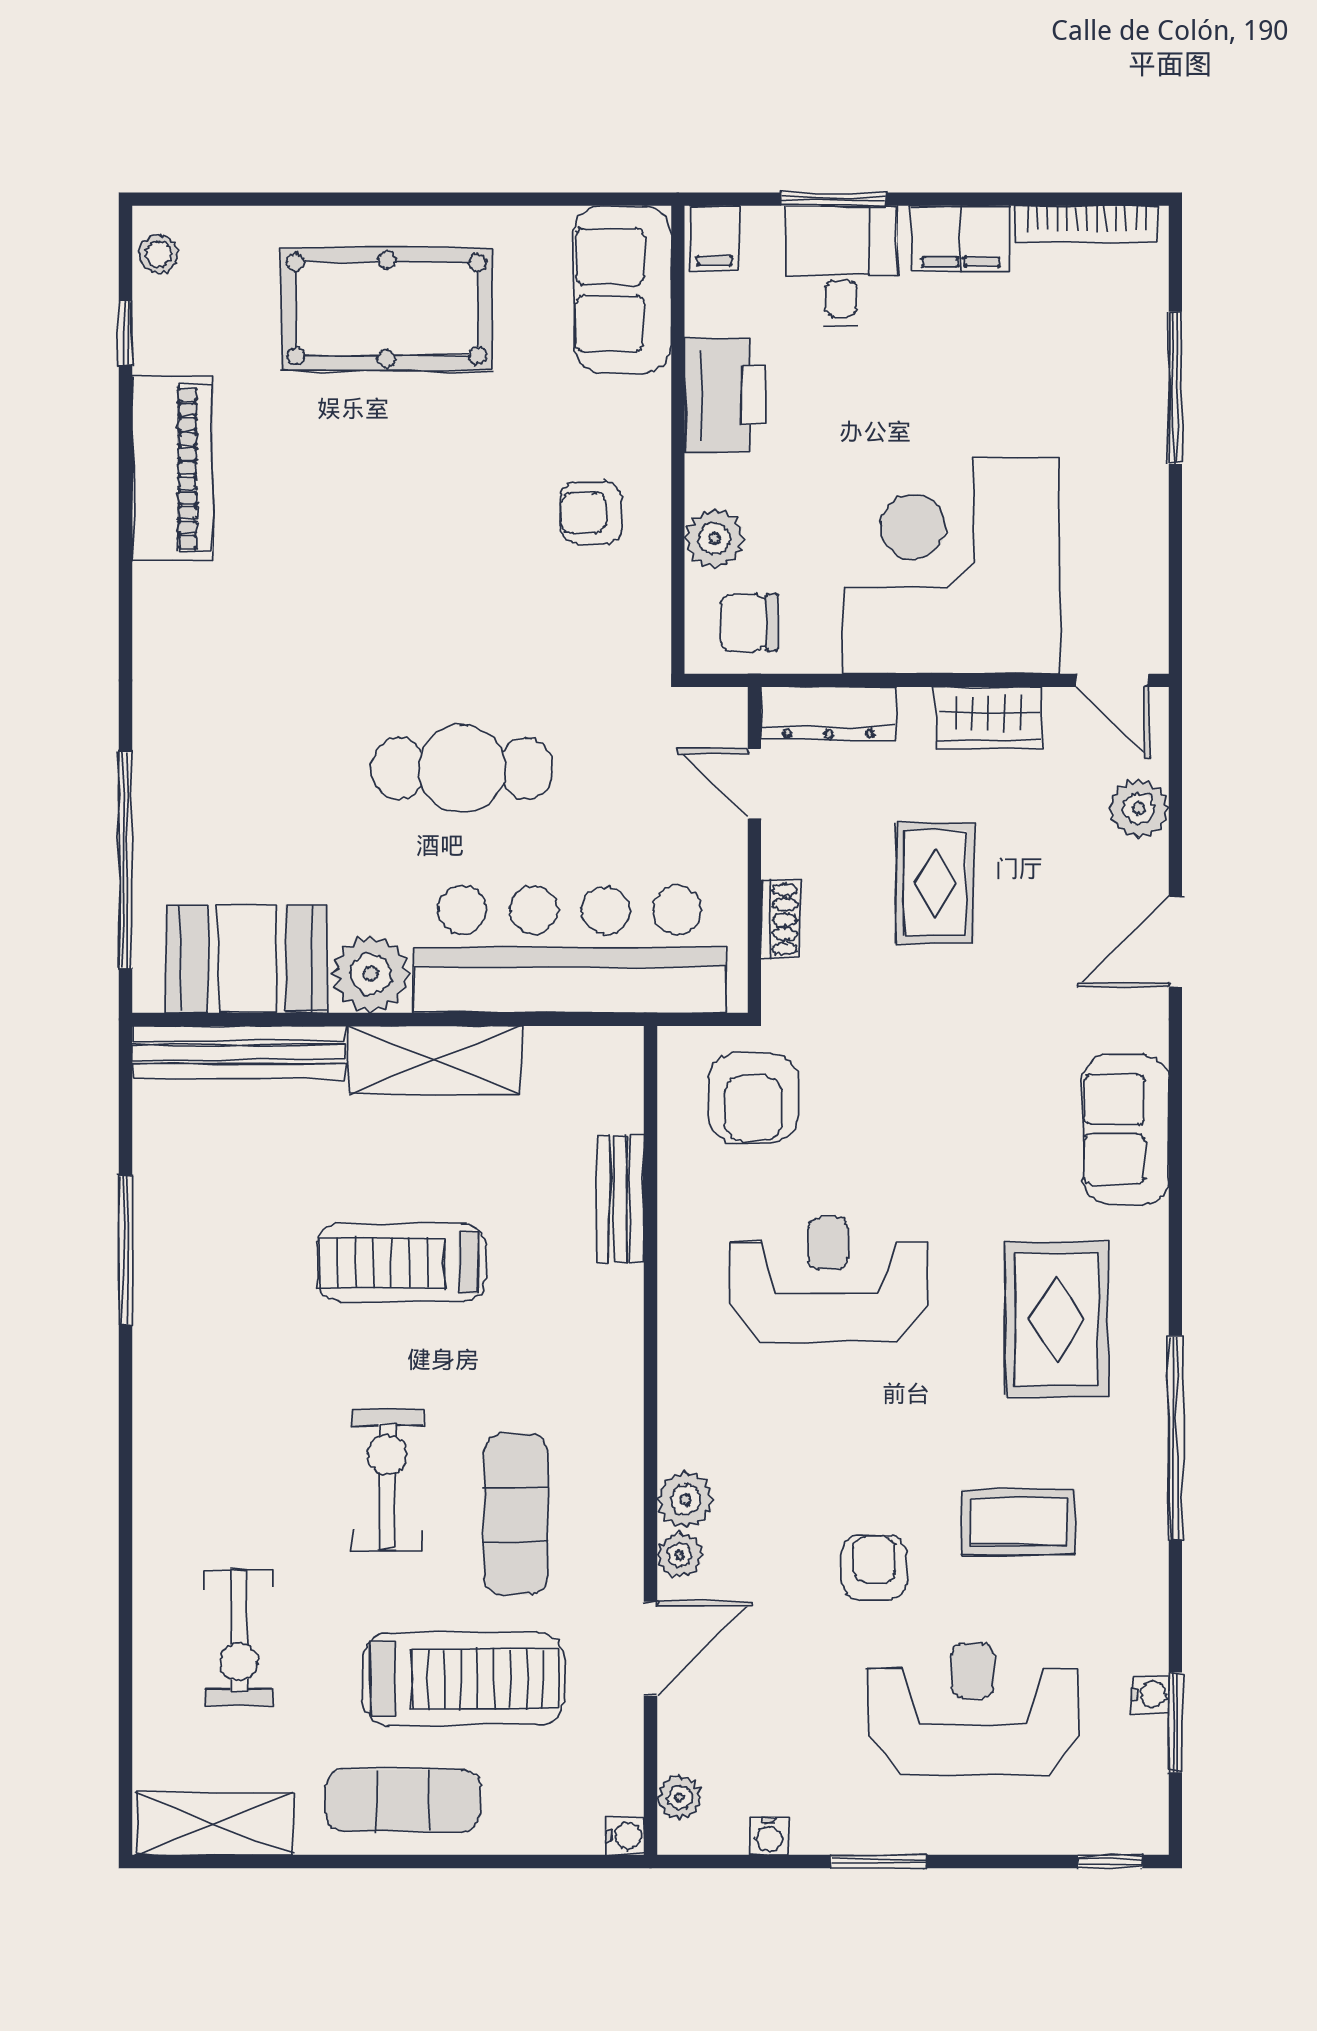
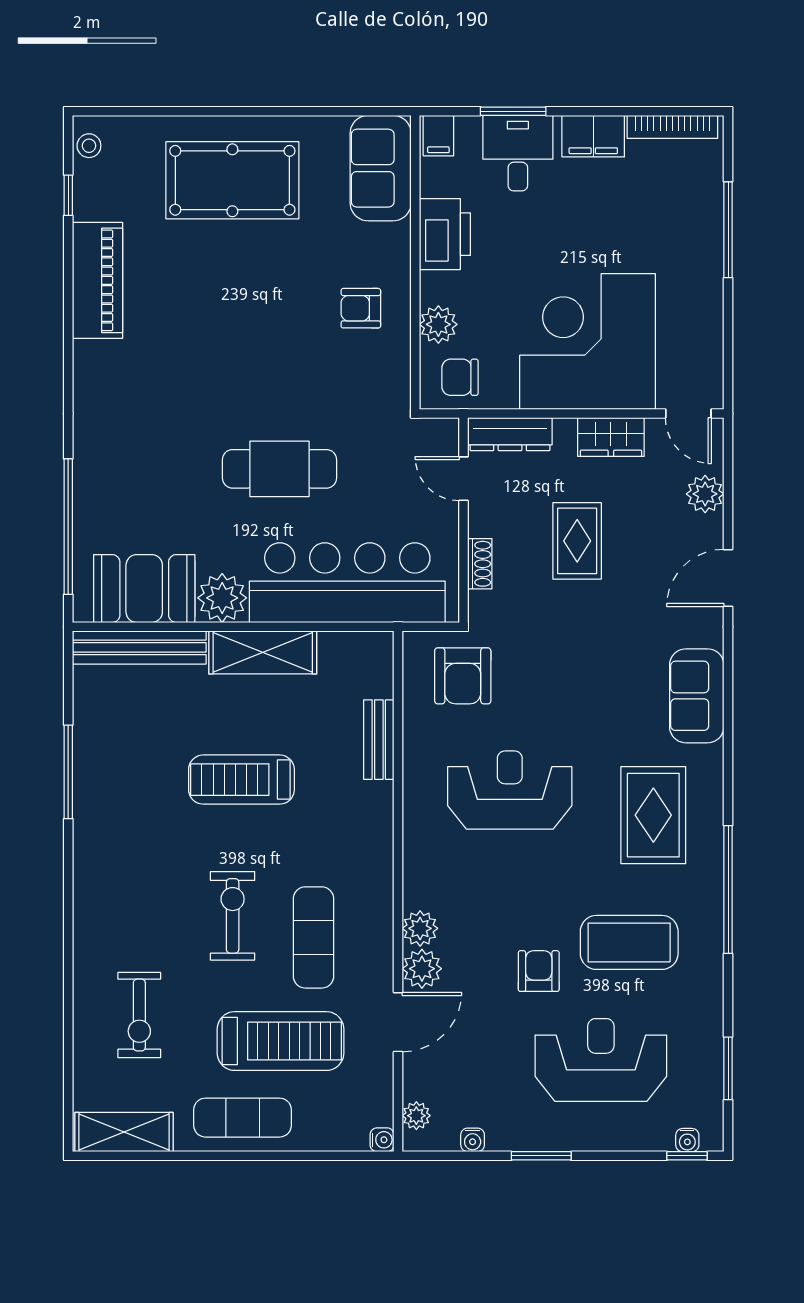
coffee table: (1018, 1522) -> (629, 942), width x1.36, depth x1.32
plant: (680, 1555) -> (422, 969), width x1.38, depth x1.38
water cooler: (1150, 1694) -> (687, 1140), moved, turned 90

